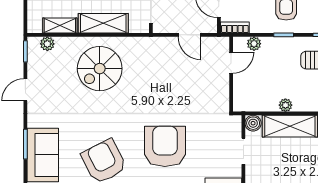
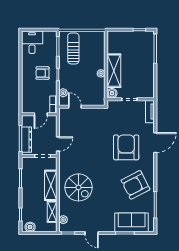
door: (189, 35) -> (58, 144), moved
armchair: (165, 146) -> (126, 147), turned 90

